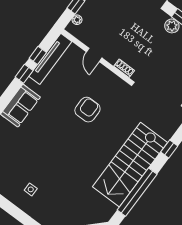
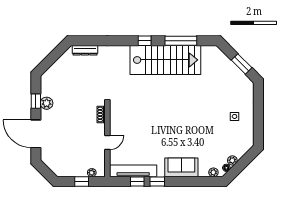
armchair: (87, 110) -> (149, 119), removed
window: (169, 149) -> (145, 41), moved
window: (137, 192) -> (181, 41), width x0.68

